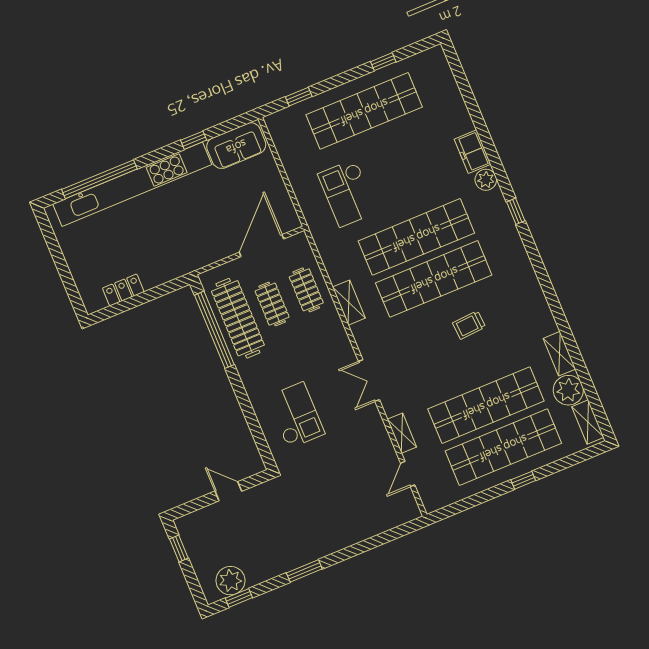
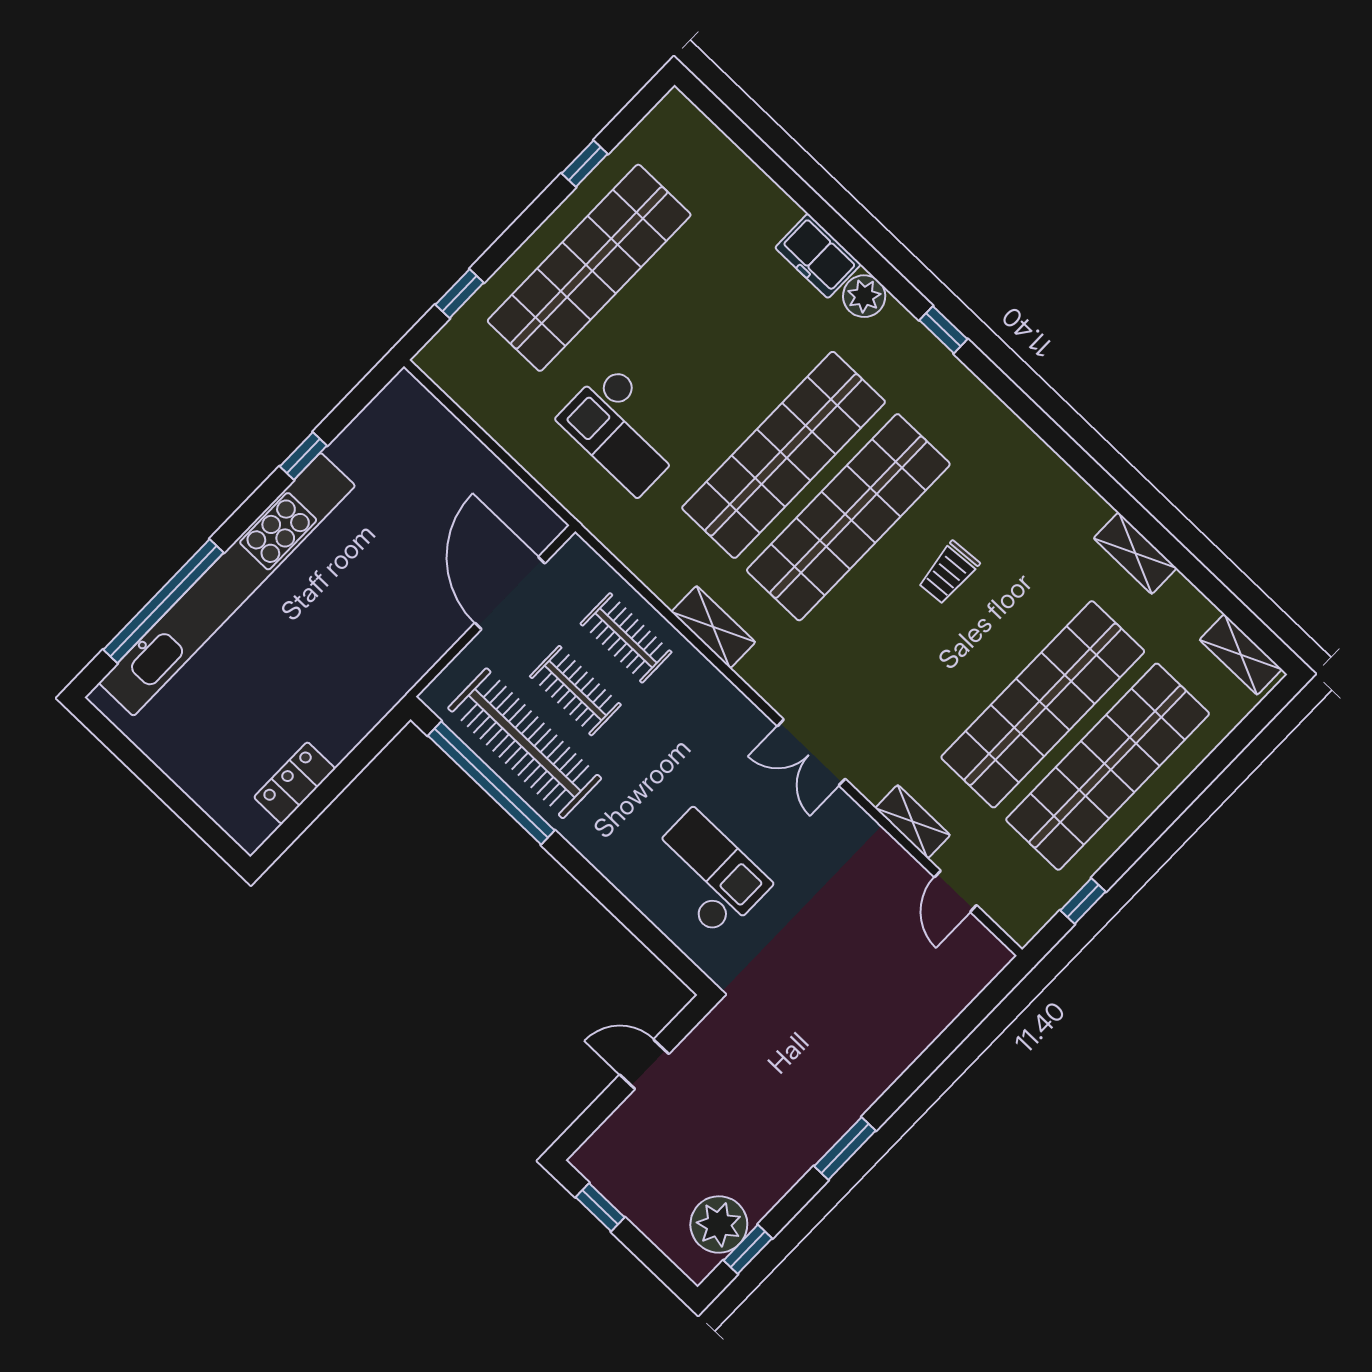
sofa: (236, 146) -> (385, 432), removed
plant: (568, 390) -> (1180, 612), removed
window: (523, 480) -> (1083, 901), moved

